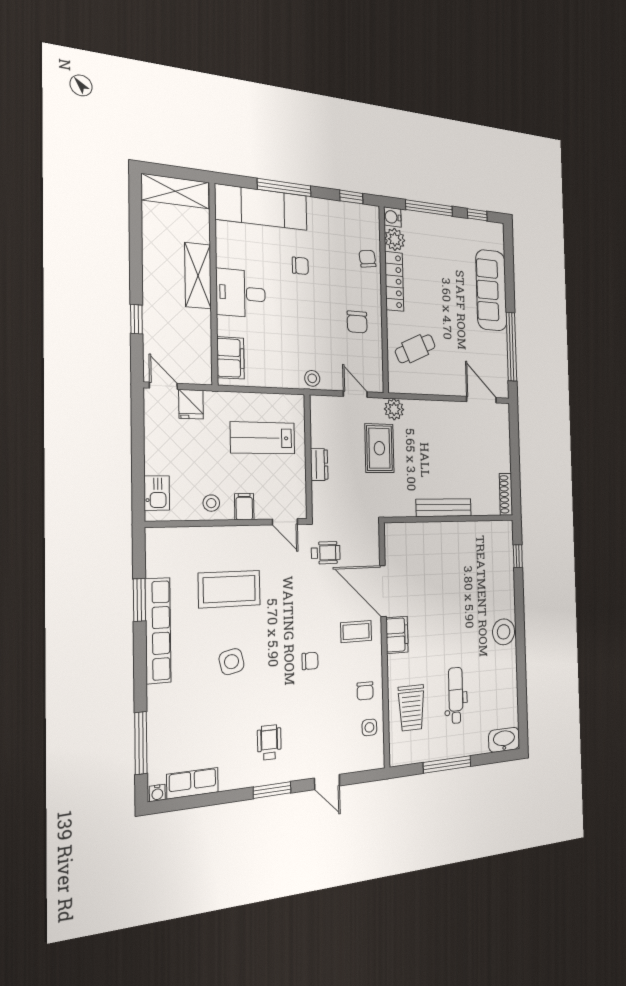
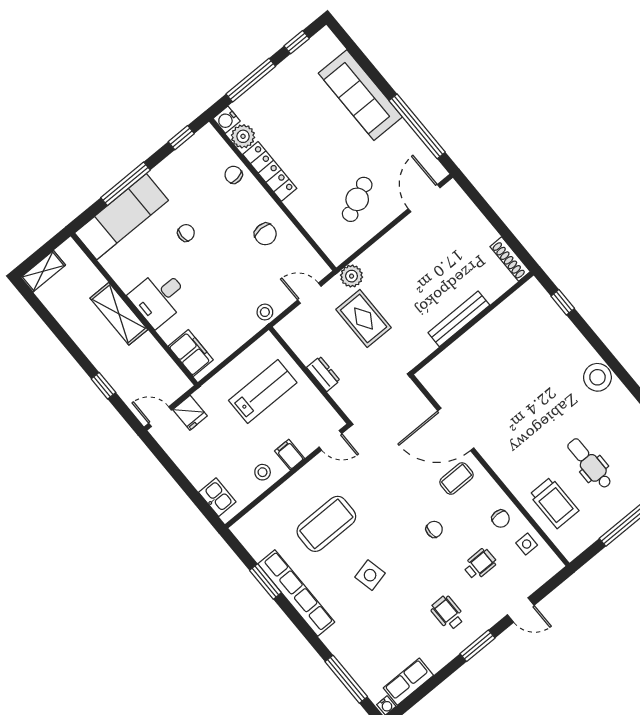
shelving: (175, 191) -> (43, 271), width x0.67, depth x0.75
cafe table: (415, 349) -> (357, 199), moved
door: (482, 400) -> (424, 198), hinge flipped
lab bench: (263, 438) -> (263, 392), turned 180
wheelchair: (326, 553) -> (480, 564), moved
filing cabinet: (397, 635) -> (496, 455), removed

